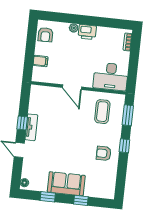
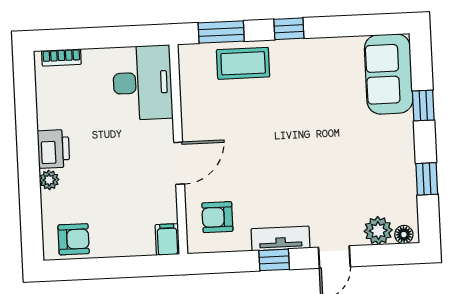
filing cabinet: (40, 61) -> (167, 239), moved
coffee table: (102, 112) -> (243, 63), moved
armchair: (104, 153) -> (217, 217), moved, turned 90
plant: (28, 171) -> (378, 231), added
sofa: (66, 184) -> (389, 74), moved

